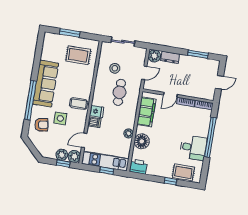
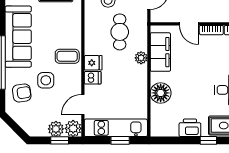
door: (170, 95) -> (189, 24), hinge flipped
plant: (129, 133) -> (141, 58), moved
printer: (139, 167) -> (190, 128), moved

